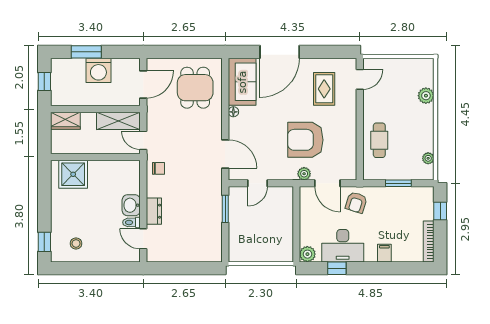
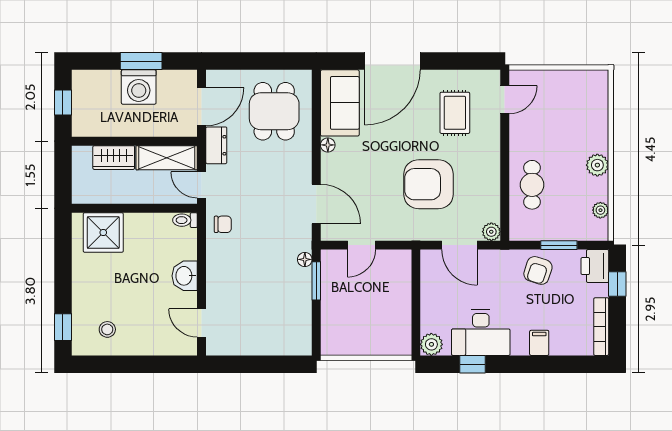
window: (86, 52) -> (141, 61), moved
plant: (426, 96) -> (597, 165), moved
wardrobe: (65, 121) -> (114, 158), moved
plant: (304, 174) -> (491, 232), moved
floor lamp: (217, 194) -> (305, 259), added
printer: (424, 198) -> (595, 266), added
armchair: (356, 202) -> (538, 270), moved
dresser: (154, 211) -> (216, 145), moved
toilet: (131, 222) -> (185, 220), moved

